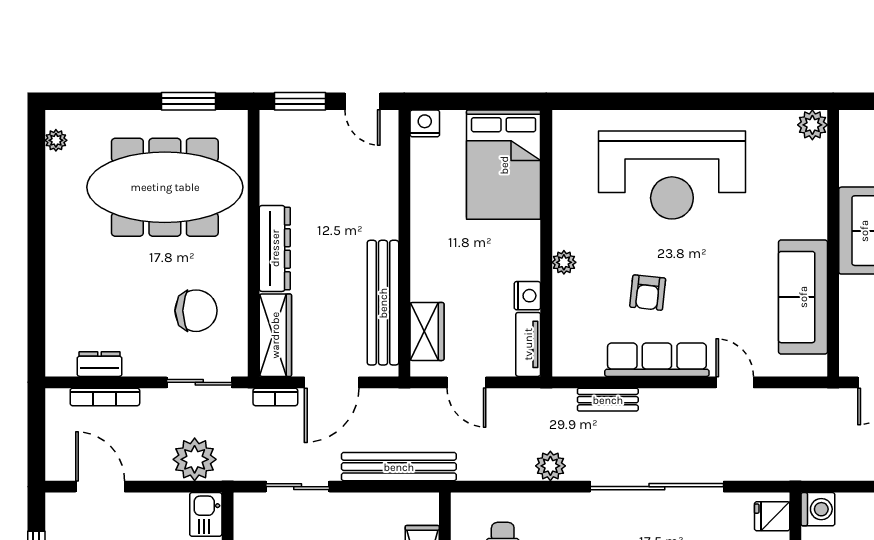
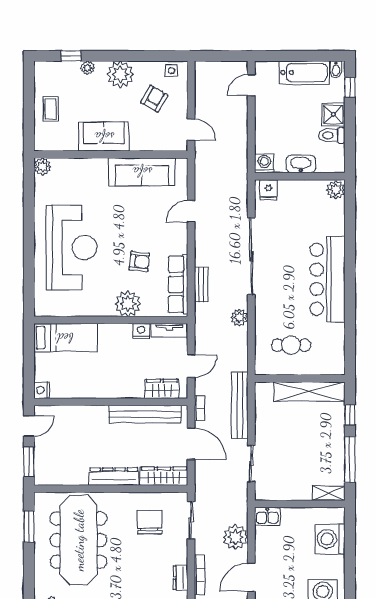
bed: (504, 165) -> (65, 338), width x0.67
plant: (564, 262) -> (128, 304), width x1.88, depth x1.88
row of seats: (657, 360) -> (178, 284), moved
bookcase: (275, 397) -> (200, 408), moved
plant: (195, 459) -> (235, 537), moved

